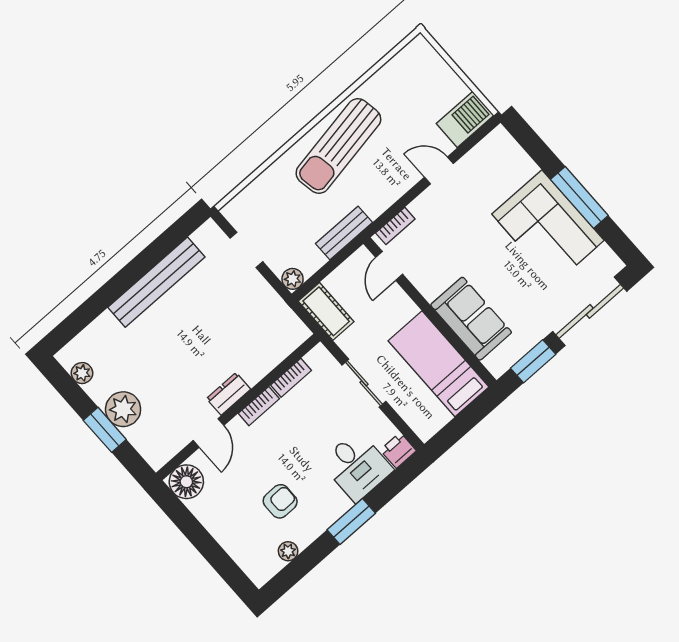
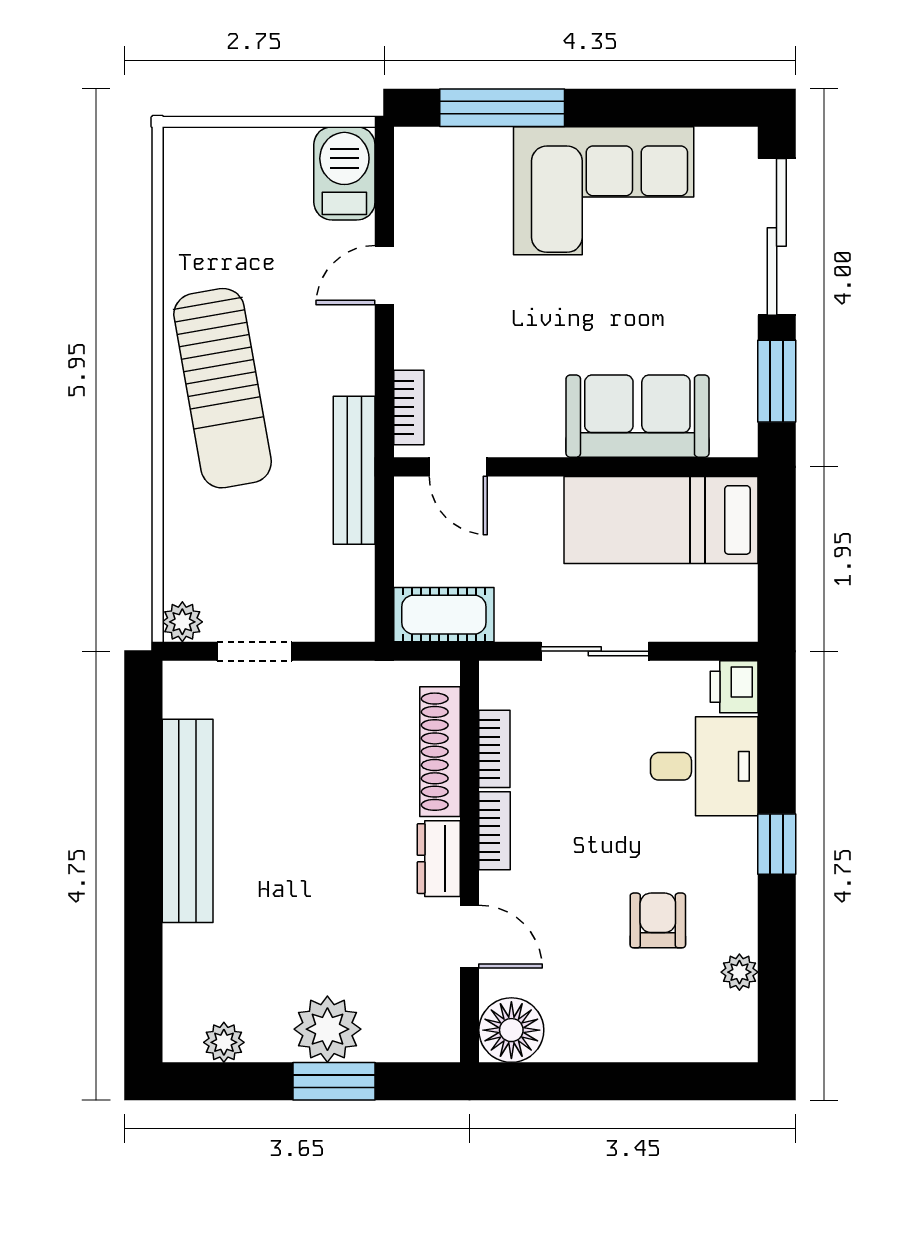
window: (579, 197) -> (502, 108), moved
bench: (344, 233) -> (354, 470), width x1.36
plant: (293, 279) -> (182, 622), moved
shoe rack: (271, 357) -> (440, 752), added
window: (351, 522) -> (777, 844), width x0.67

